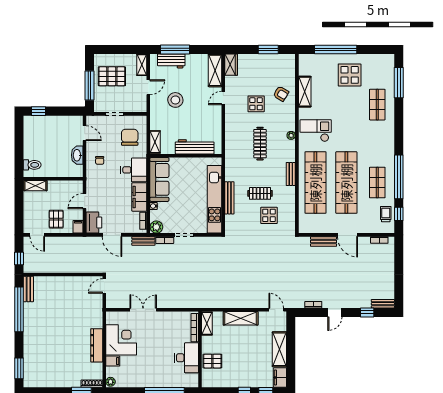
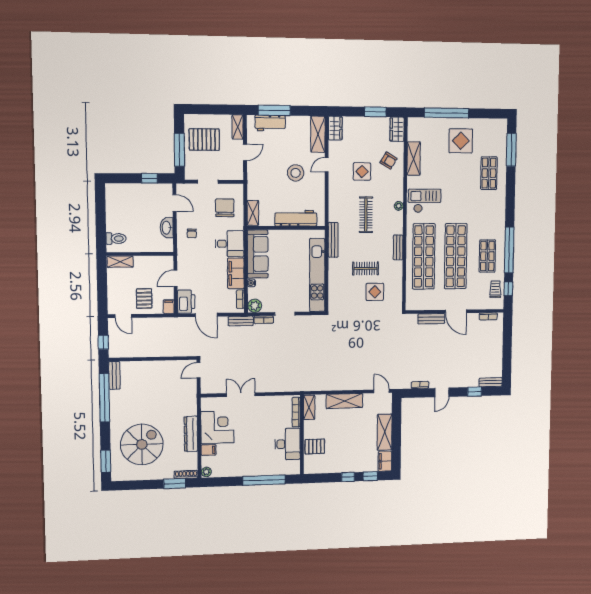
wardrobe: (289, 65) -> (397, 129), added
stool: (175, 100) -> (296, 173), moved
window: (39, 111) -> (149, 178), moved
bench: (229, 198) -> (333, 240), moved
spiral stairs: (52, 354) -> (142, 444), added

